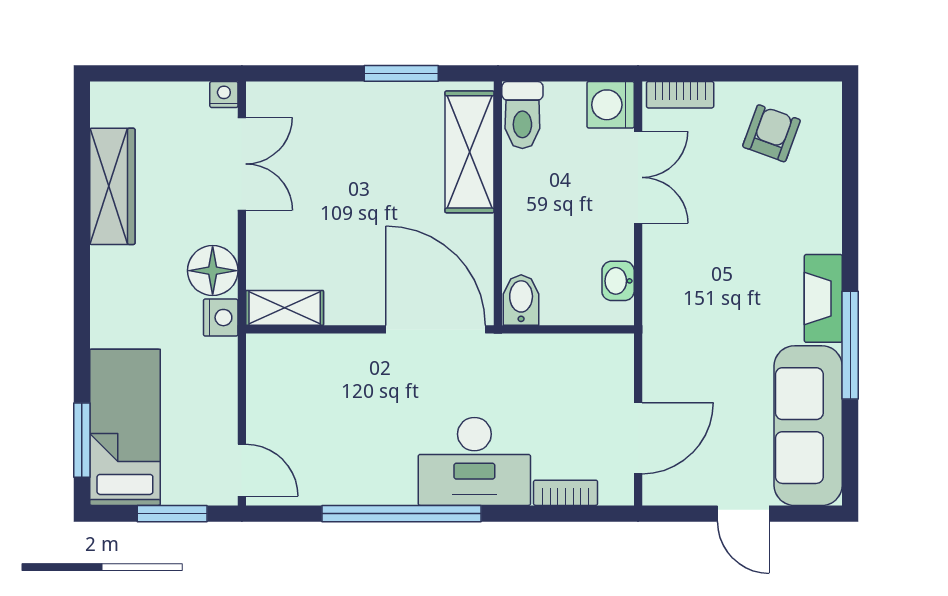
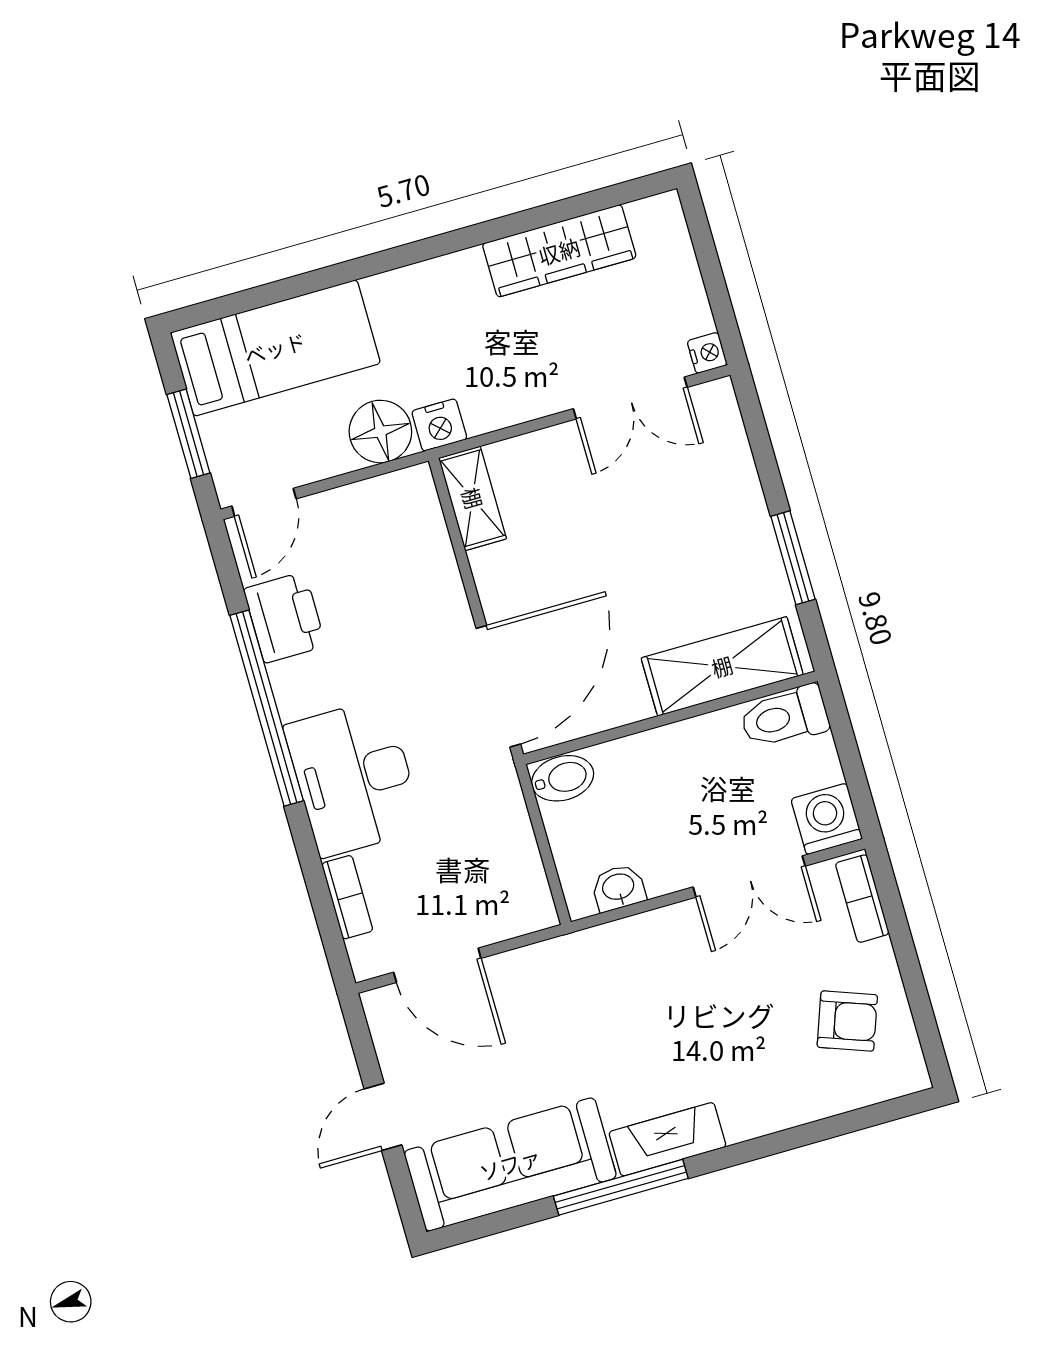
floor lamp: (213, 271) -> (380, 432), moved
window: (82, 440) -> (245, 301), removed
printer: (335, 480) -> (285, 617), added

